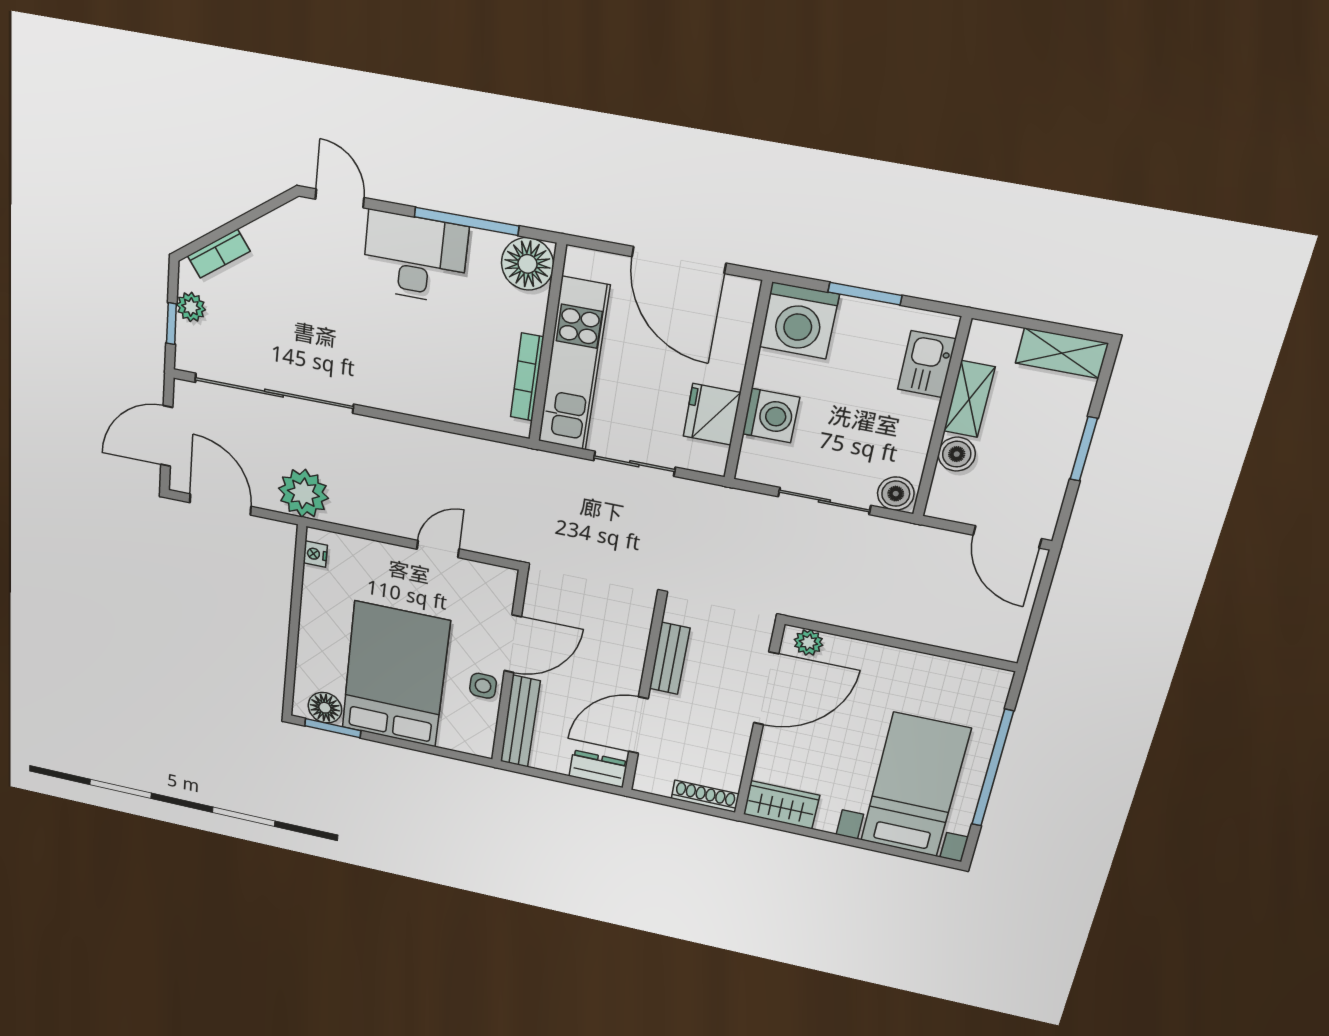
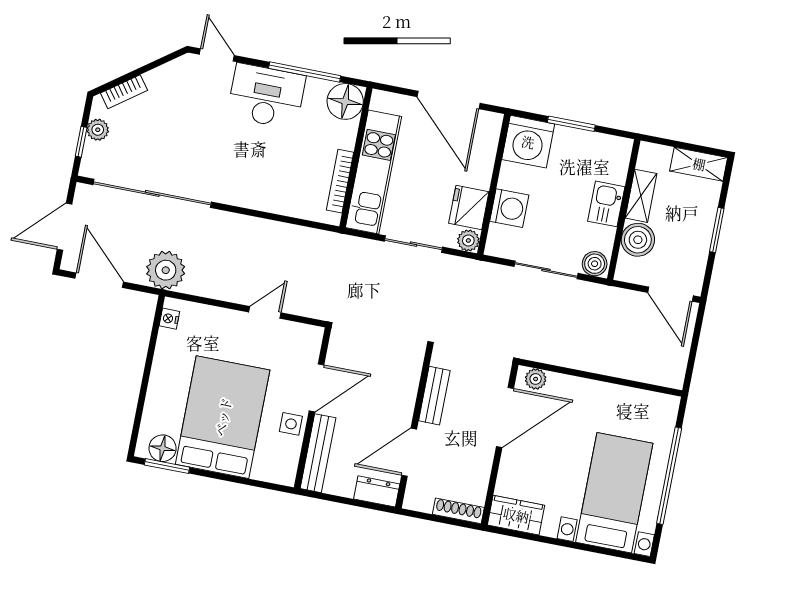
kitchen sink: (927, 364) -> (606, 204), moved
boiler: (957, 454) -> (638, 240), width x1.36, depth x1.36
plant: (712, 460) -> (468, 240), added

